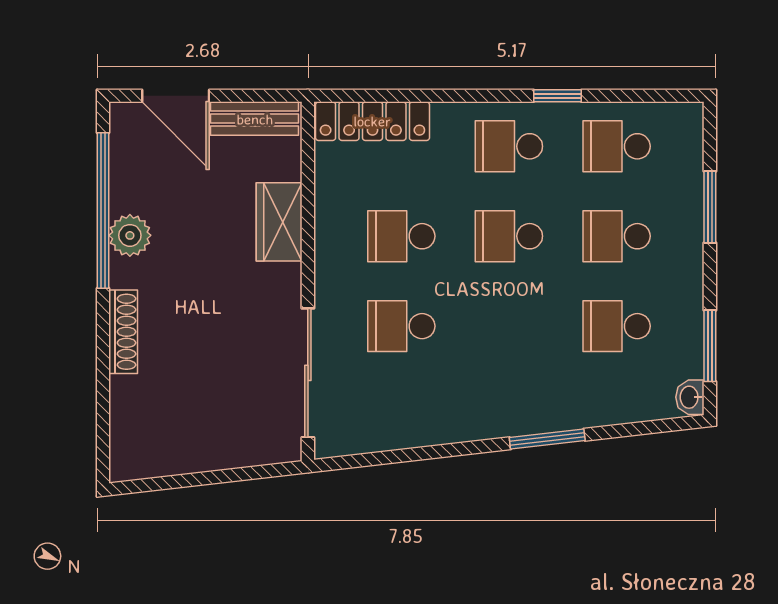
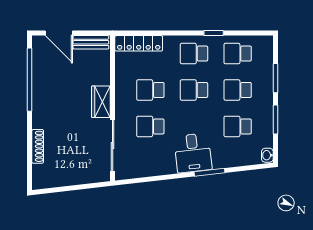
wardrobe: (279, 222) -> (101, 102), moved
plant: (130, 235) -> (40, 90), removed
shoe rack: (123, 332) -> (38, 146), moved
window: (710, 346) -> (275, 120), moved
desk: (506, 391) -> (193, 153), added

